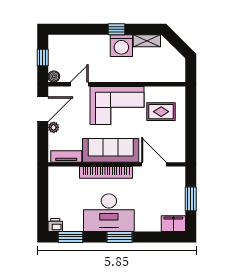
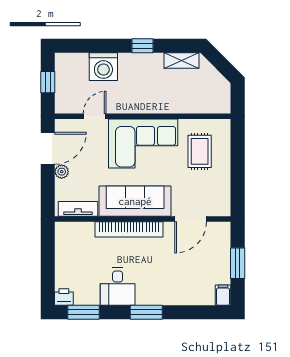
washing machine: (121, 46) -> (103, 67), moved
boiler: (54, 76) -> (62, 106), removed
rug: (161, 112) -> (200, 151), turned 90
door: (154, 164) -> (191, 219), swing flipped
desk: (109, 213) -> (118, 287), width x0.53, depth x0.77
filing cabinet: (173, 224) -> (223, 295), width x0.50

